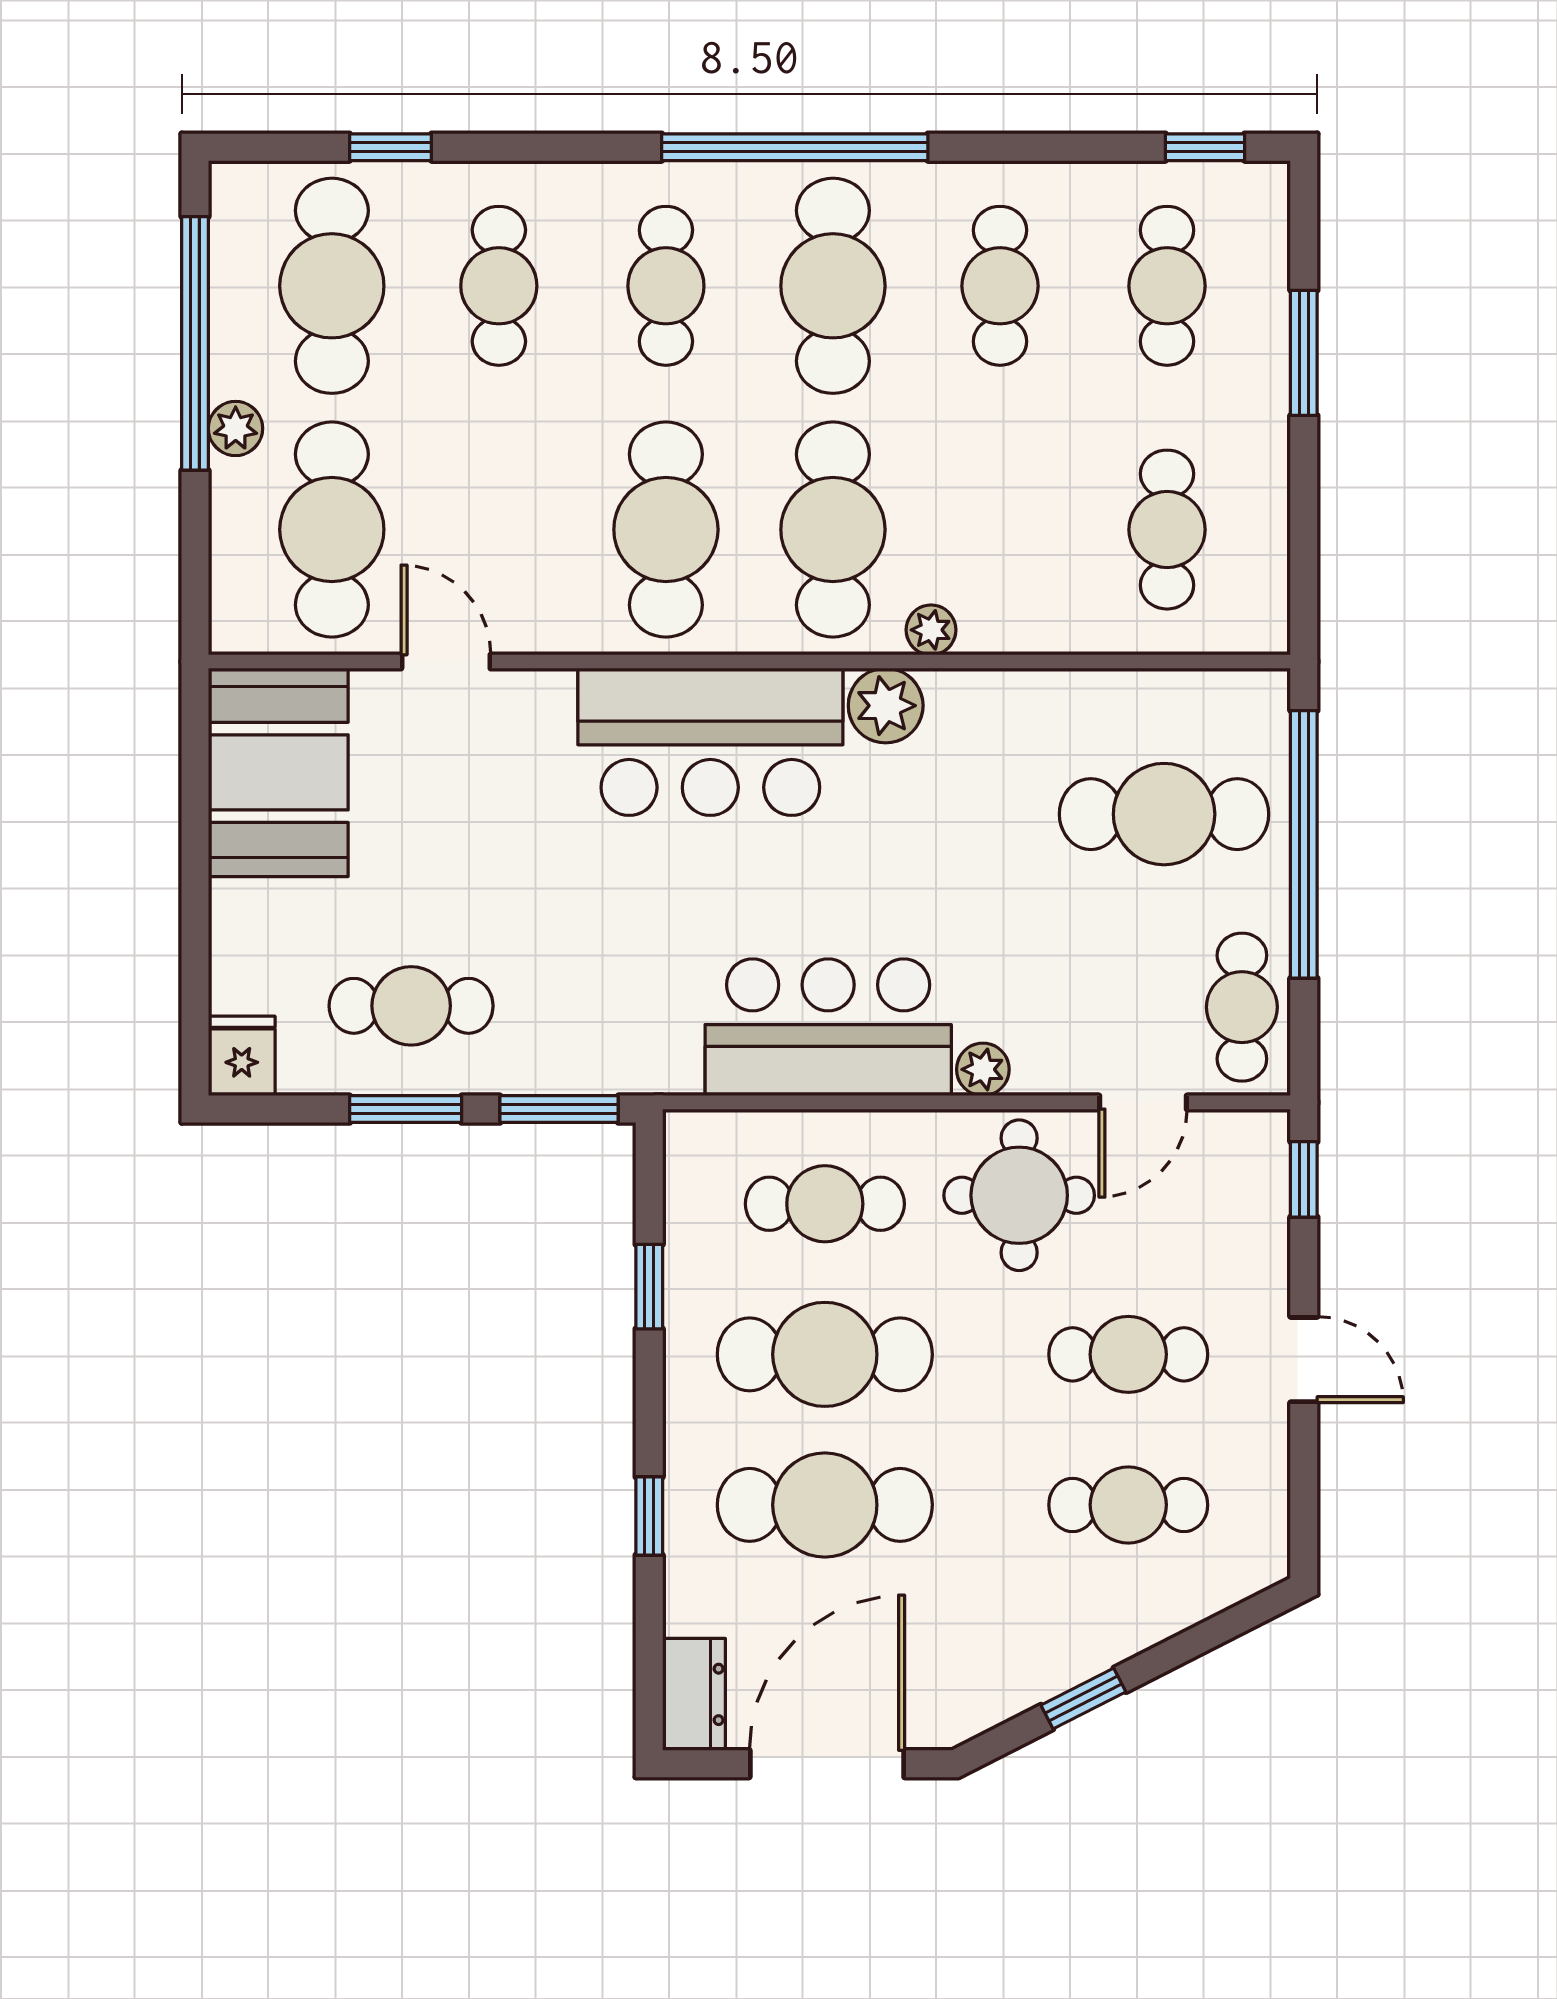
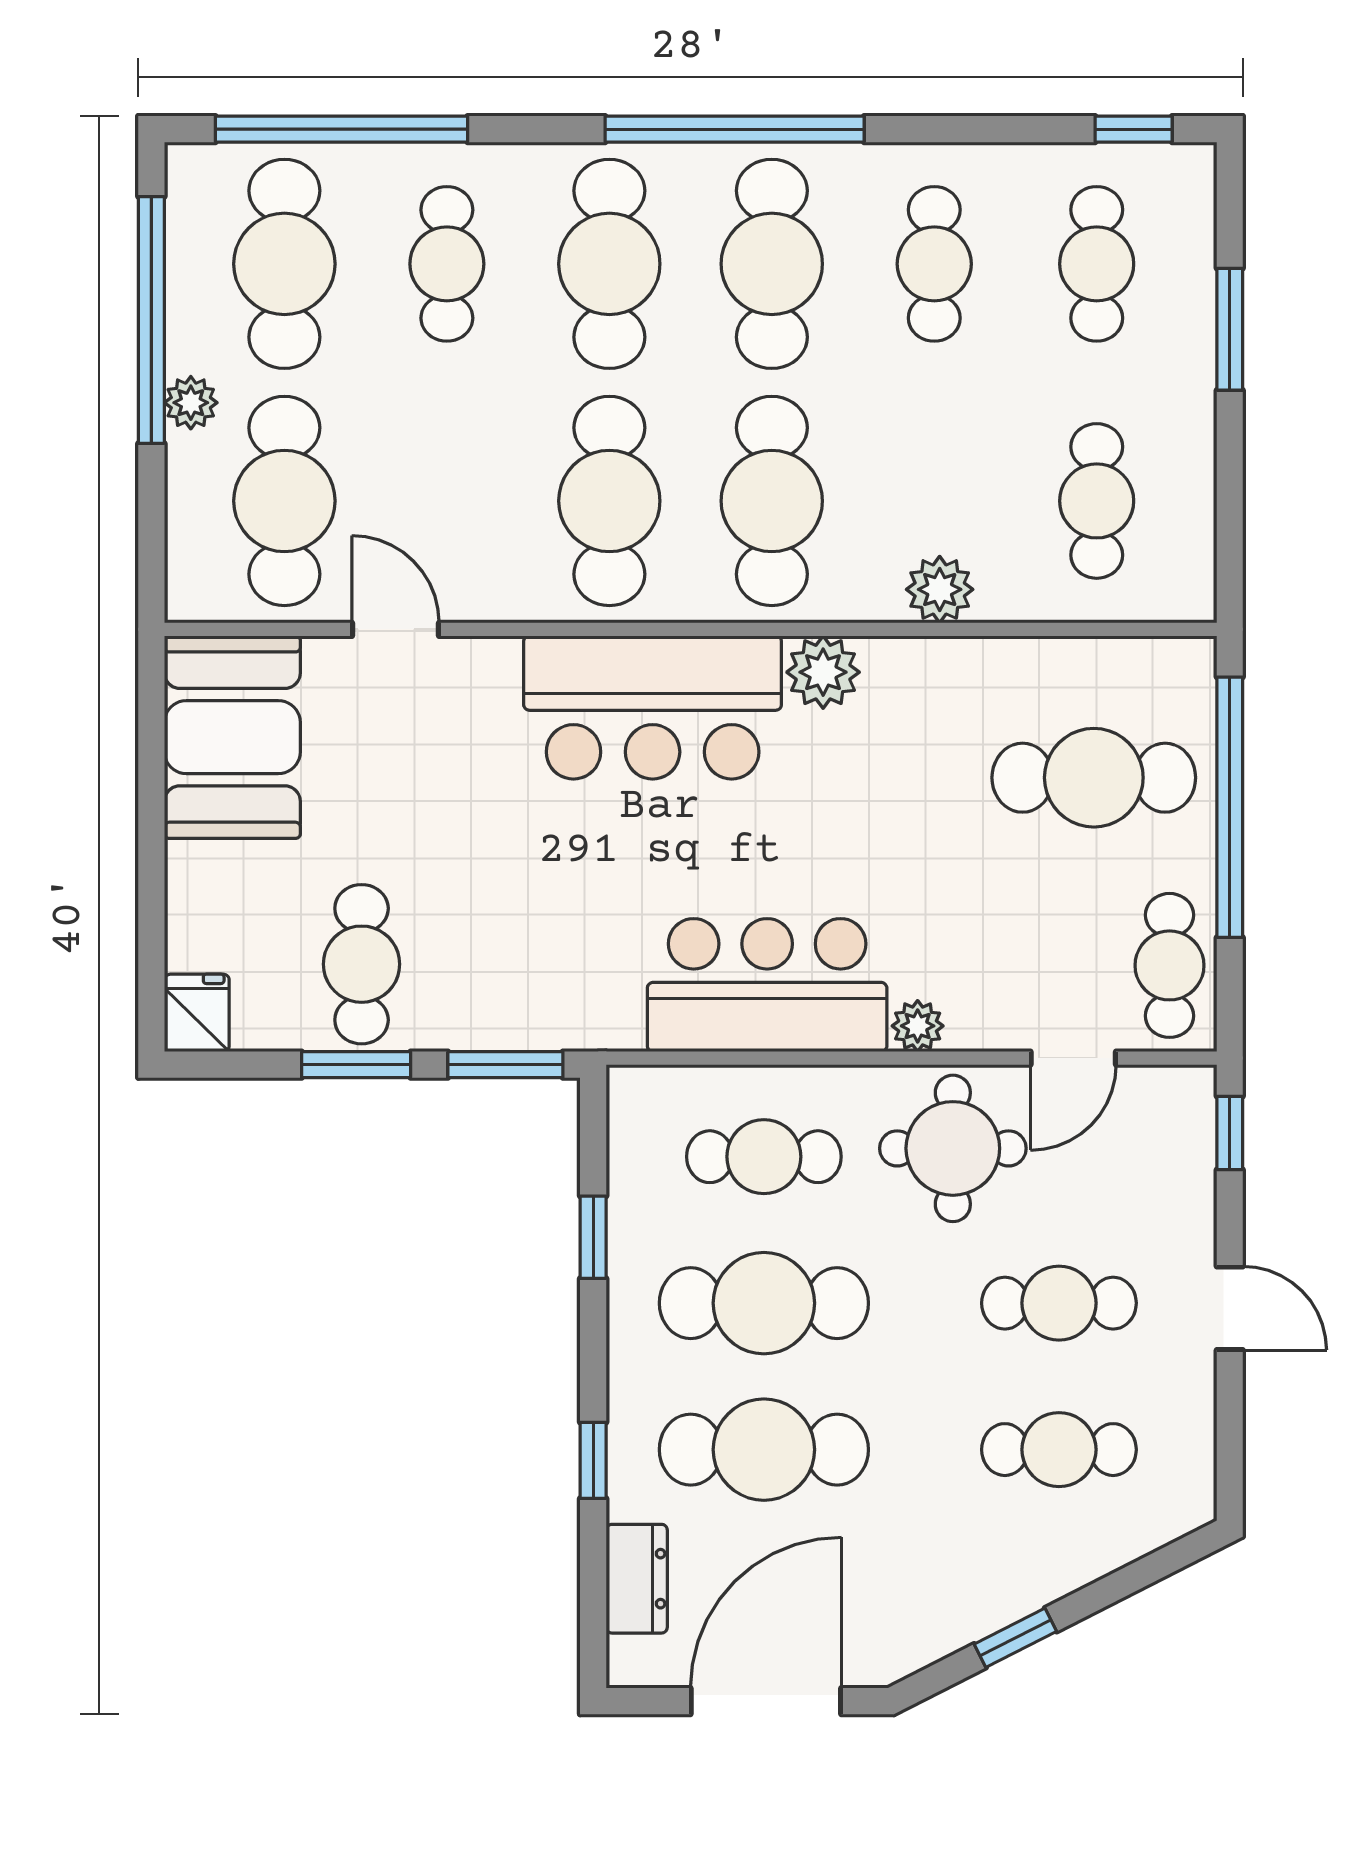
window: (391, 147) -> (342, 129), width x3.17
cafe table: (666, 286) -> (609, 264), width x1.37, depth x1.35
plant: (931, 630) -> (940, 589), moved, width x1.38, depth x1.38
cafe table: (411, 1006) -> (362, 964), turned 90
dresser: (694, 1694) -> (637, 1579), moved

